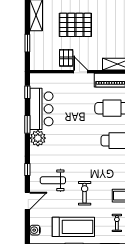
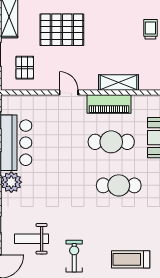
pallet: (66, 58) -> (25, 68), moved

